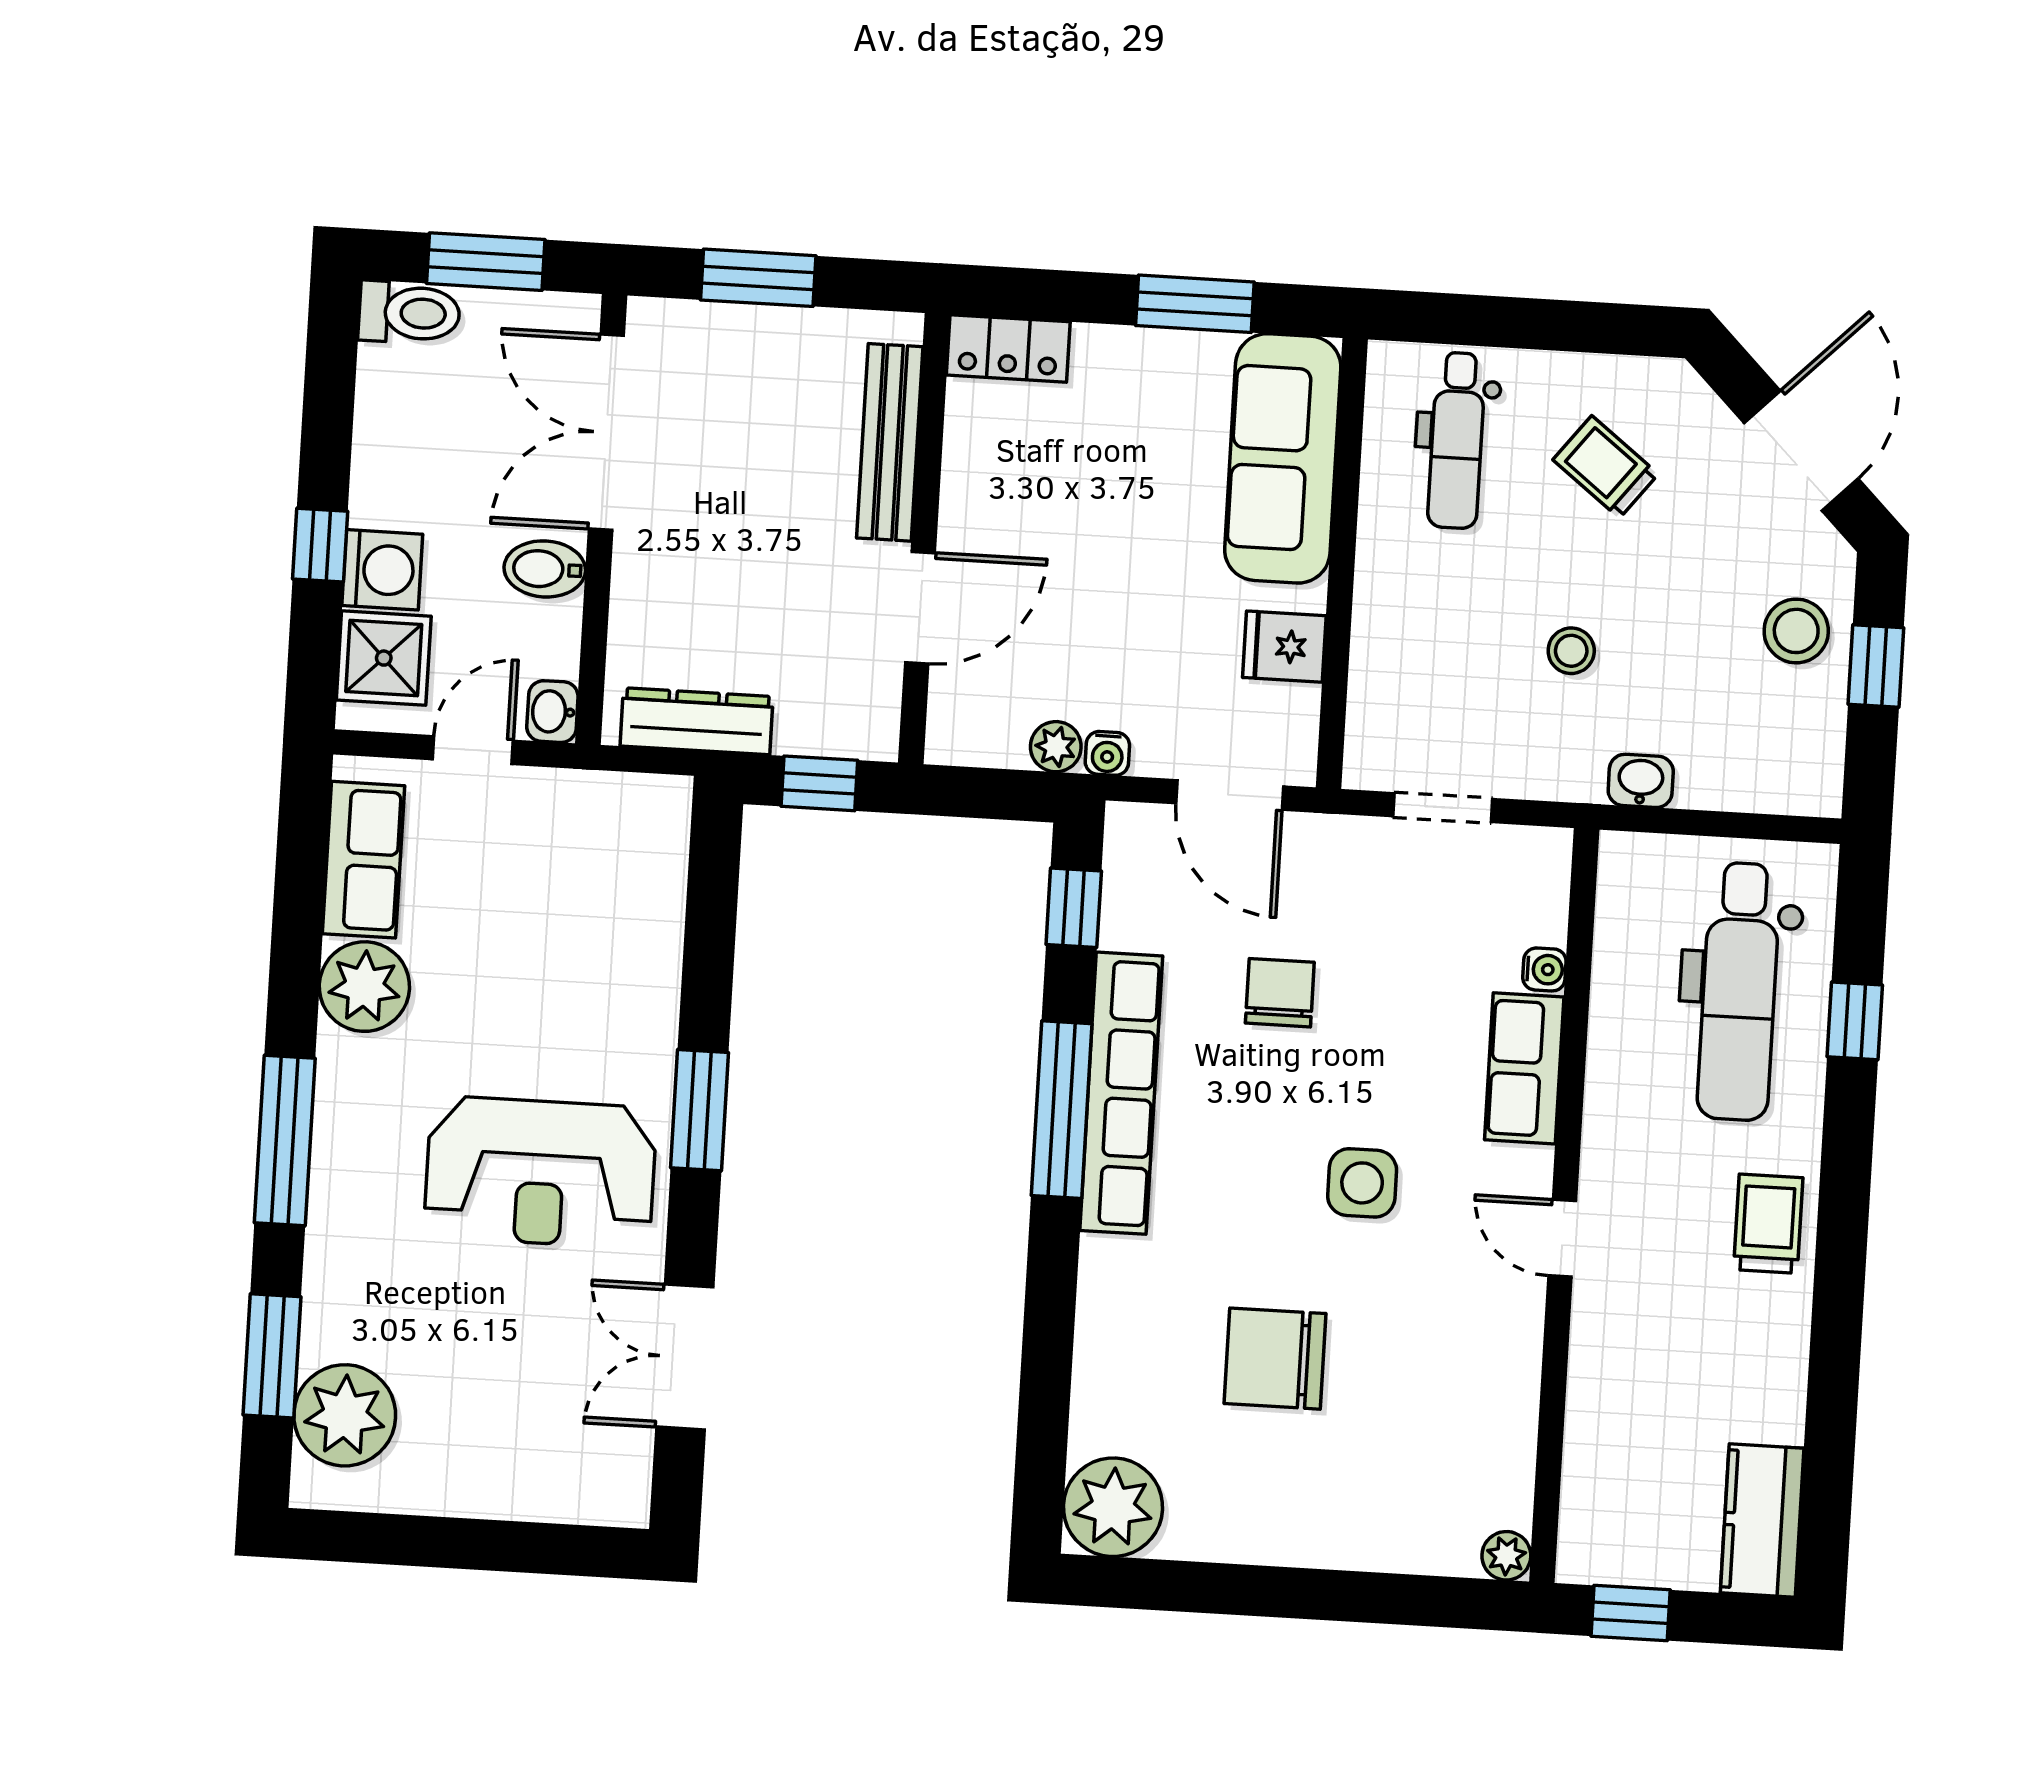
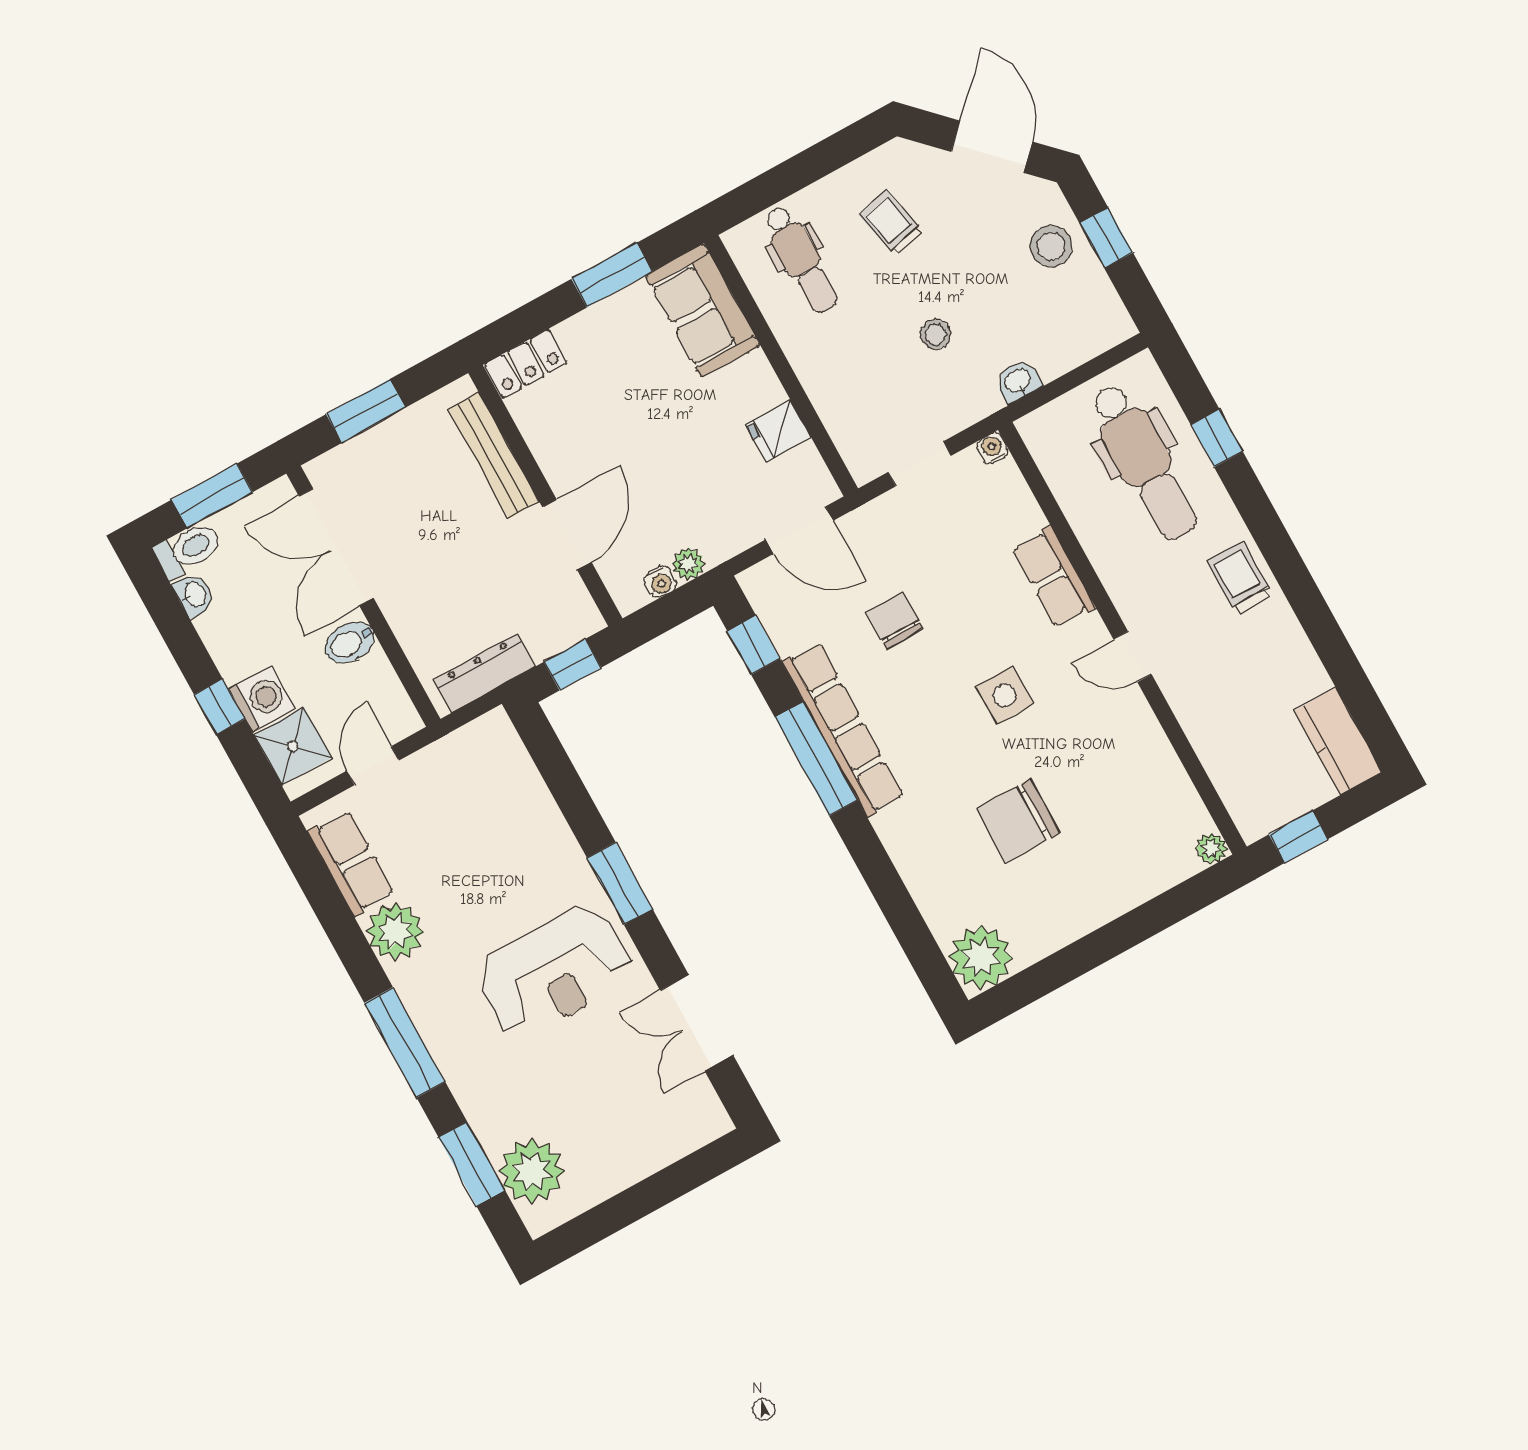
sofa: (1283, 458) -> (703, 310), width x0.73
trolley: (1606, 467) -> (891, 223), turned 39
washbasin: (552, 712) -> (194, 595), moved, turned 180
water cooler: (1107, 753) -> (660, 582), moved
water cooler: (1544, 969) -> (993, 448), moved, turned -90

